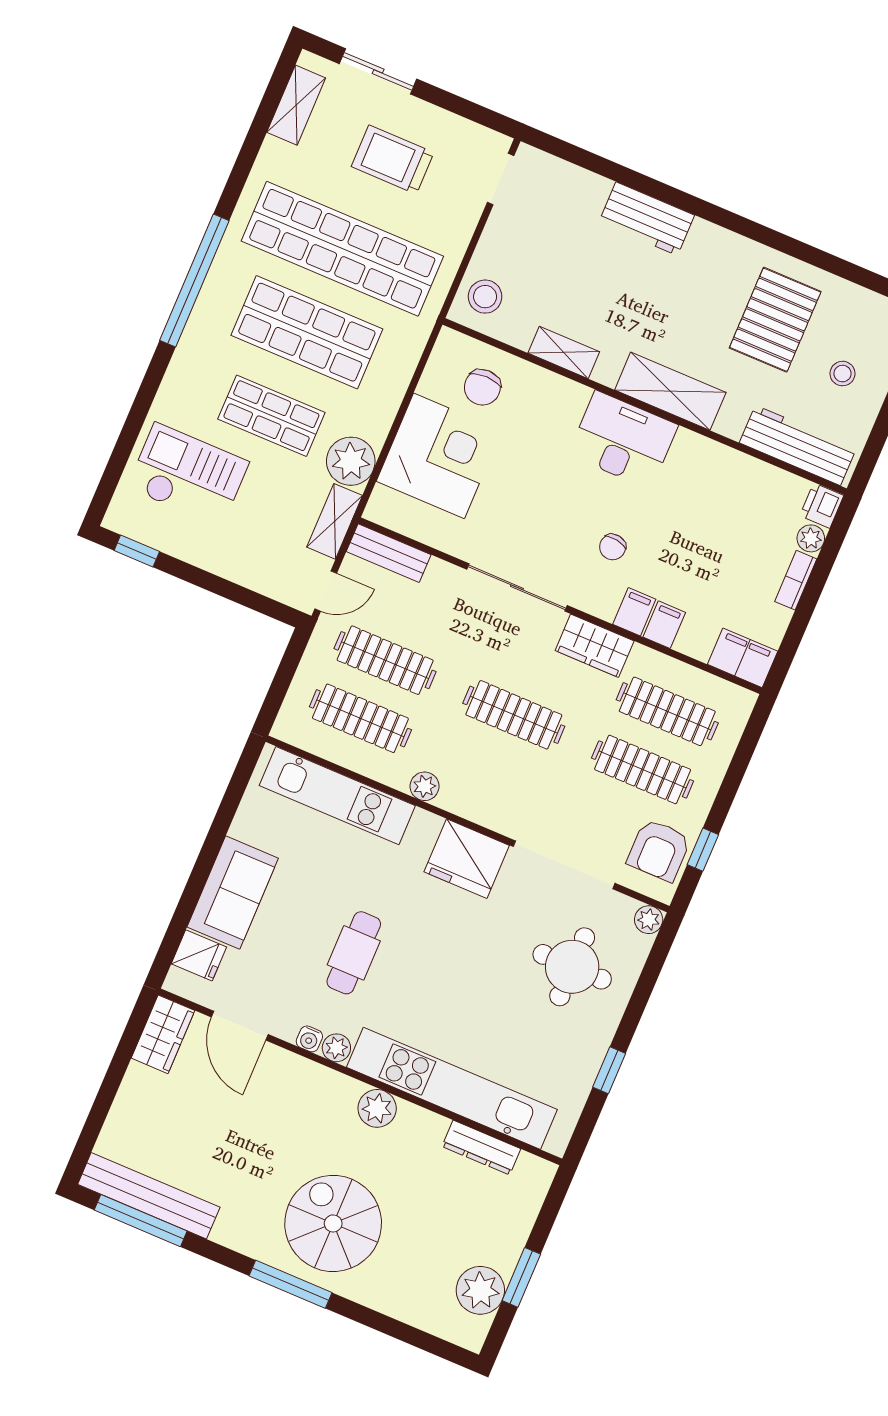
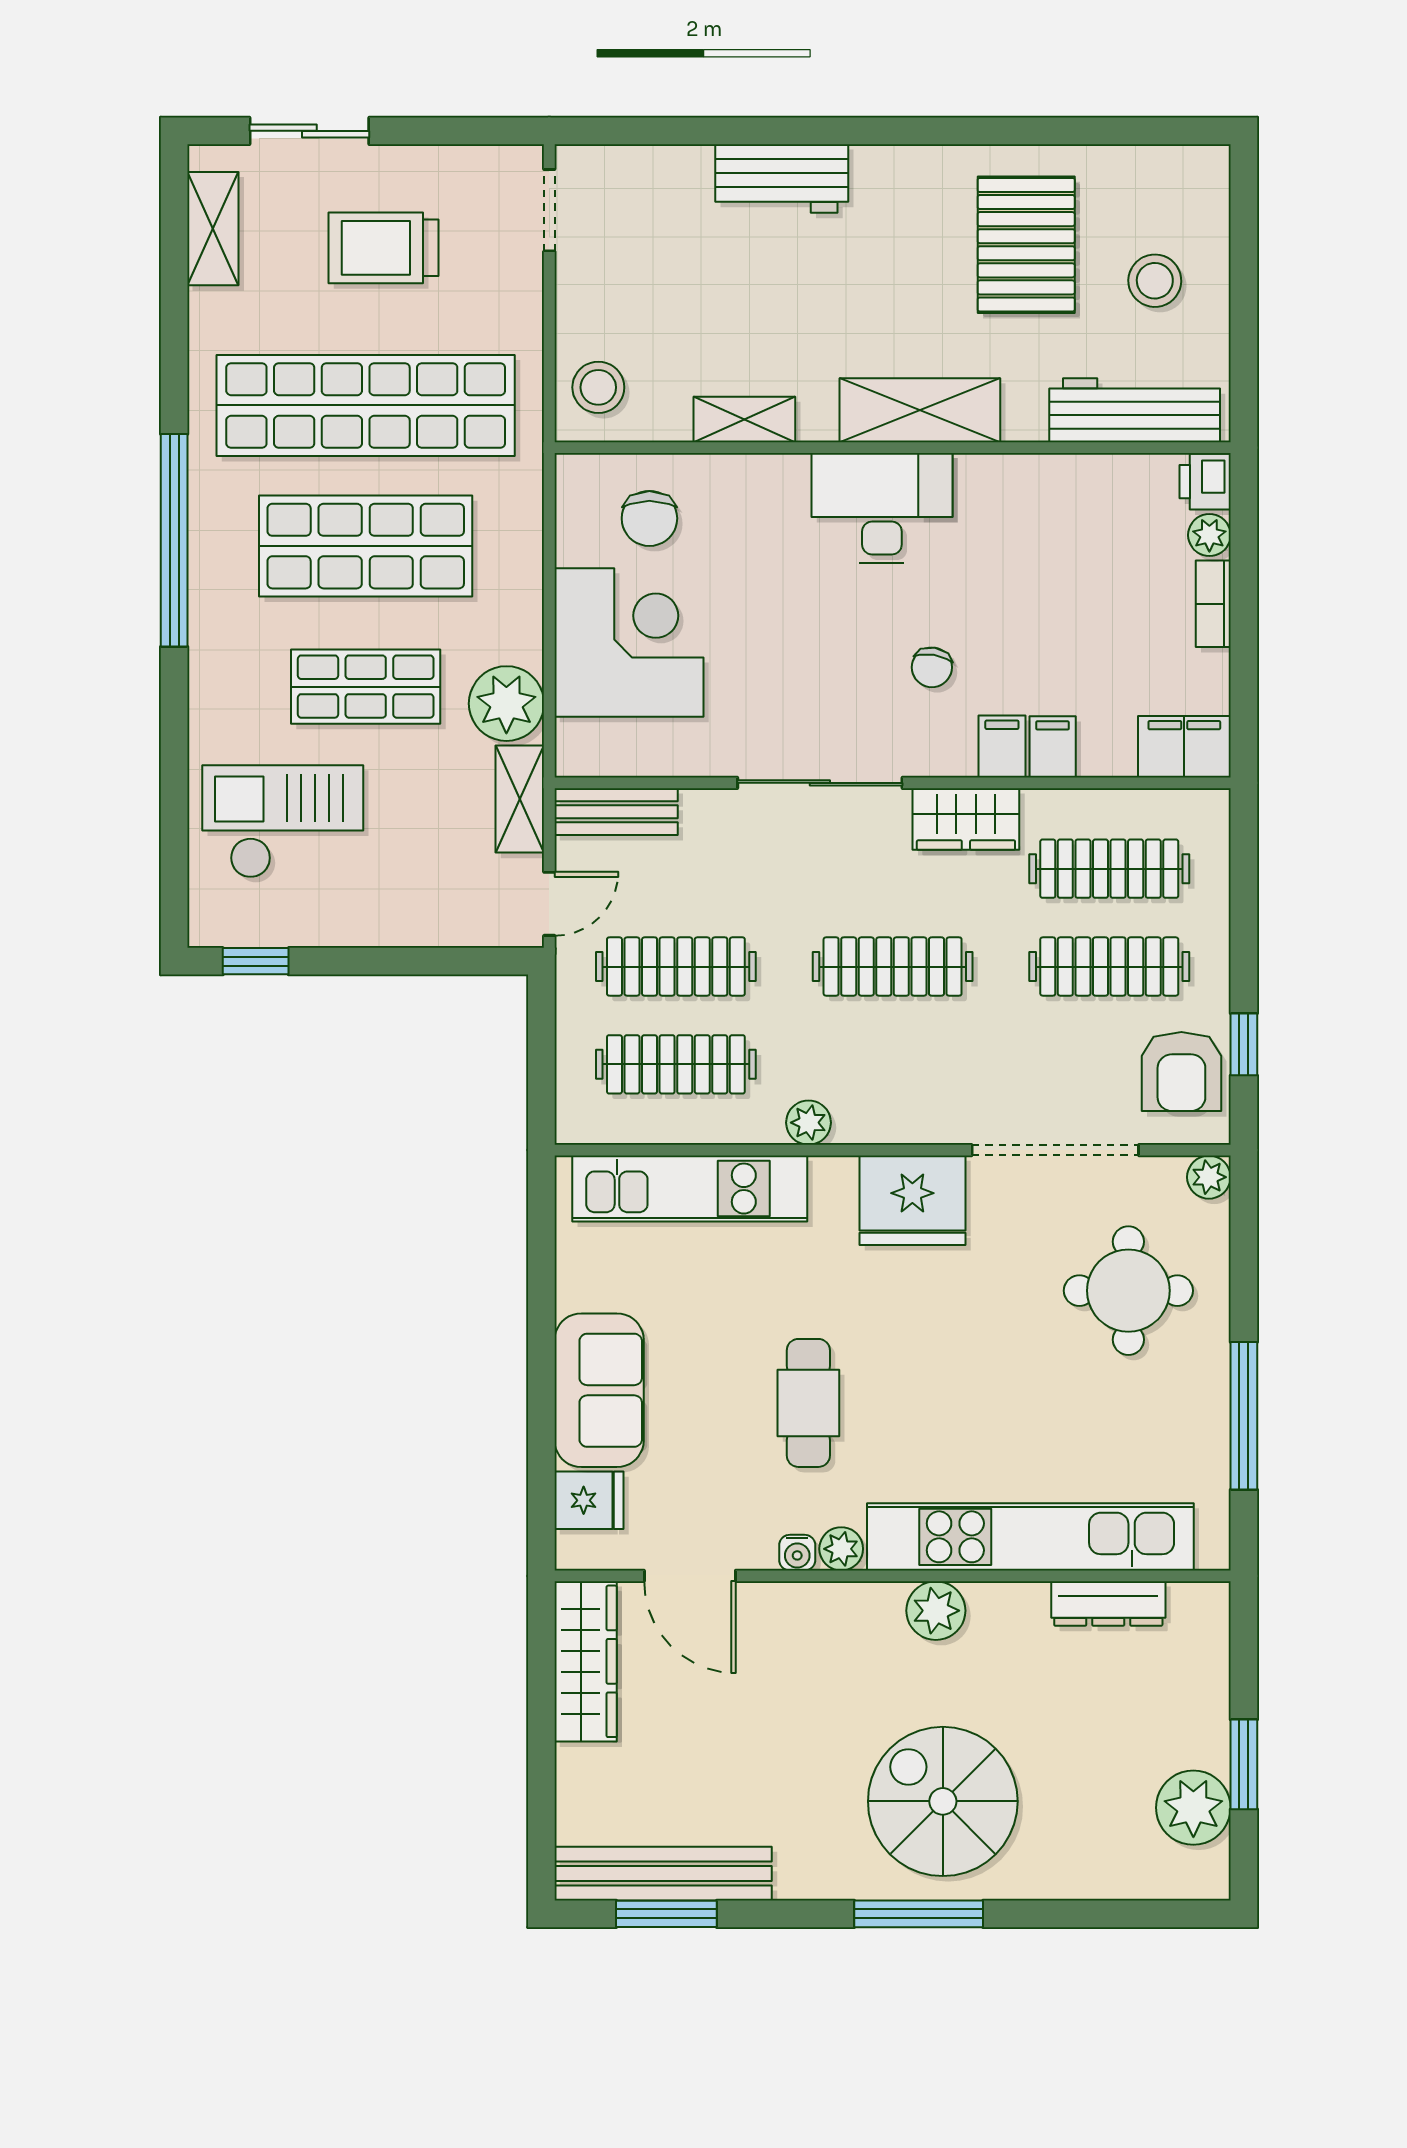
stool: (843, 374) -> (1155, 281), width x1.37, depth x1.37
wardrobe: (163, 1034) -> (586, 1661), width x1.50
window: (609, 1070) -> (1244, 1416), width x2.17
window: (141, 1221) -> (666, 1914), width x0.69

